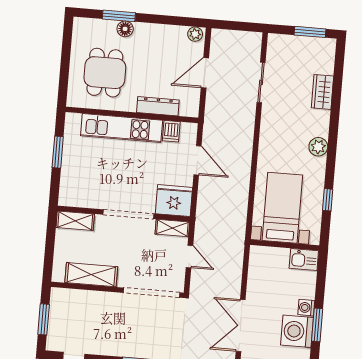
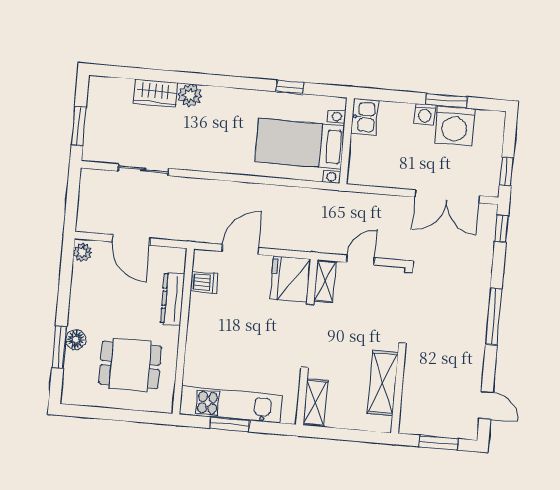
window: (310, 32) -> (79, 126), moved
kitchen unit: (122, 128) -> (231, 405), moved, turned -90
plant: (318, 147) -> (190, 95), moved

